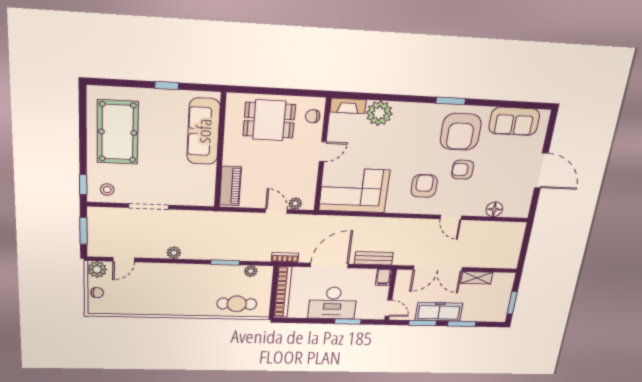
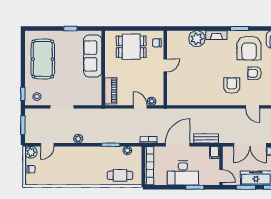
fireplace: (348, 106) -> (216, 35), moved
corner sofa: (354, 190) -> (188, 90), removed

